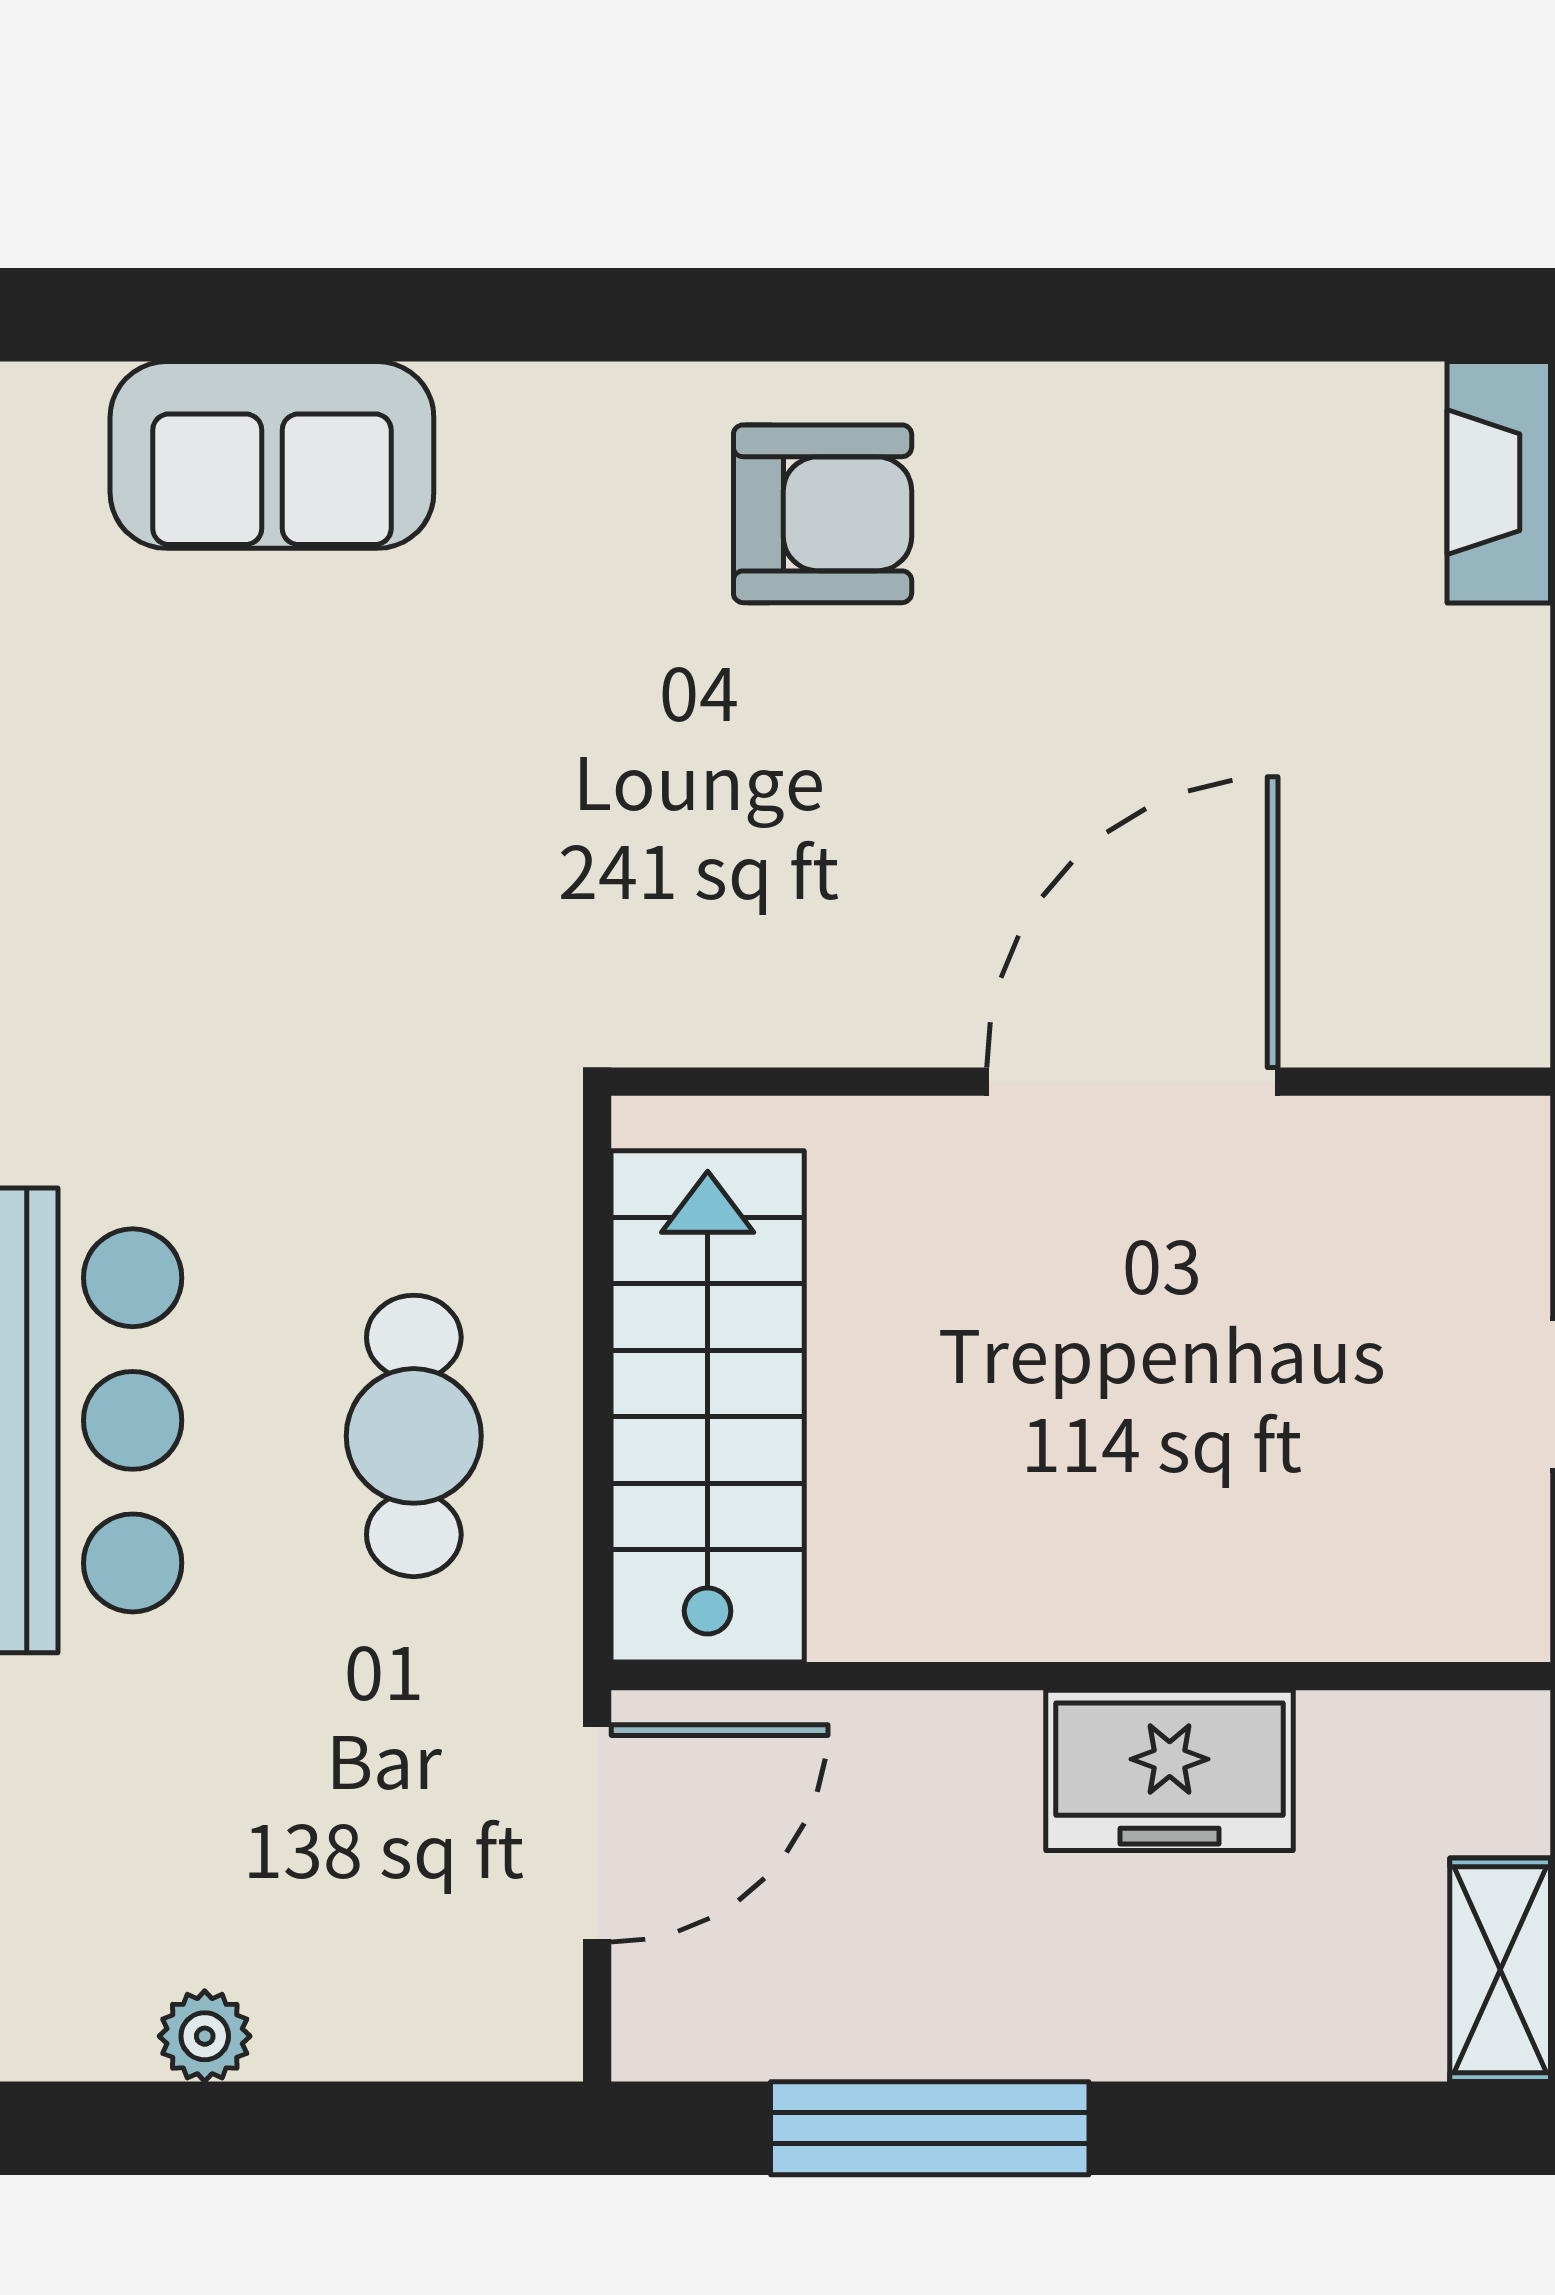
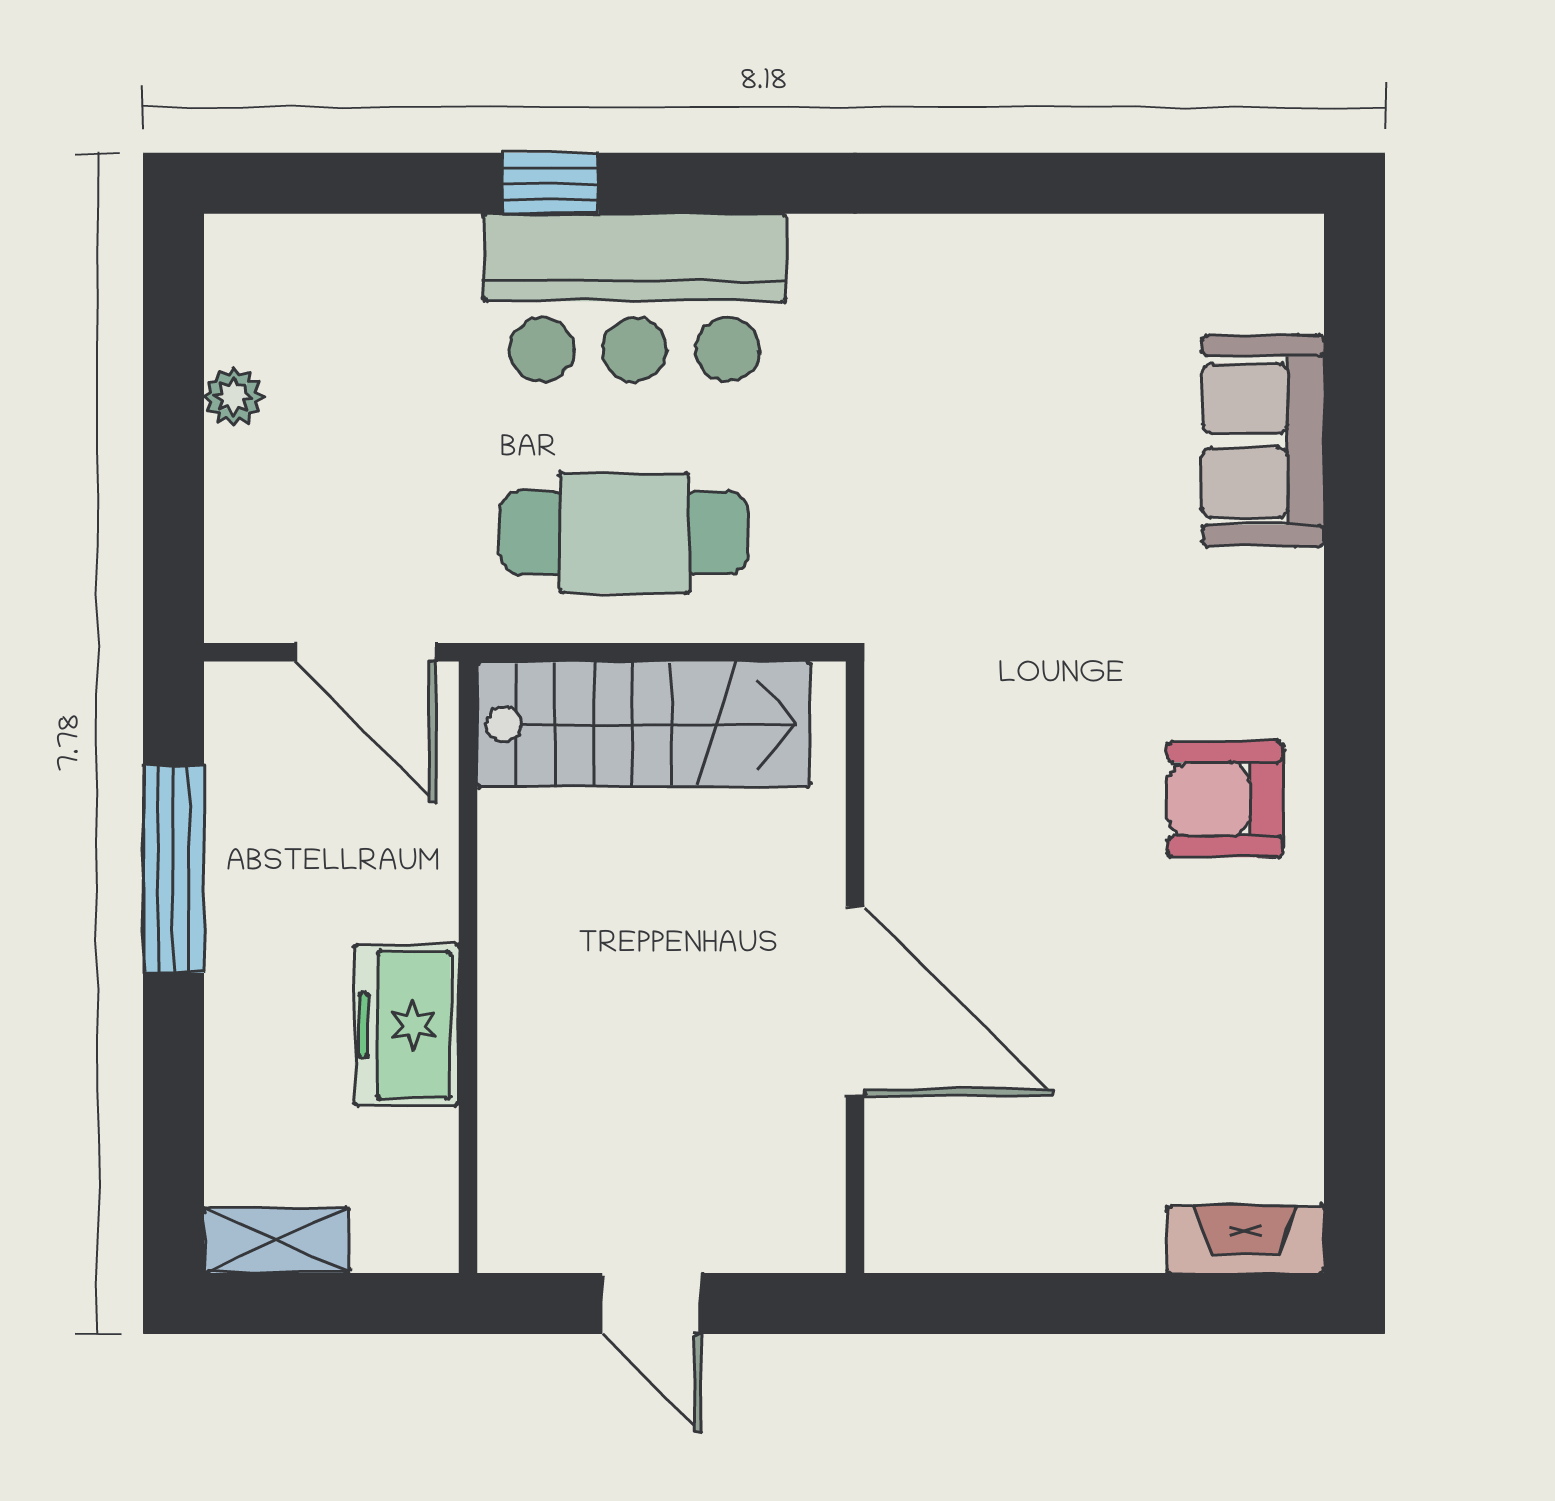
armchair: (823, 514) -> (1225, 799), turned 90
cafe table: (414, 1436) -> (624, 533), width x1.37, depth x1.35

